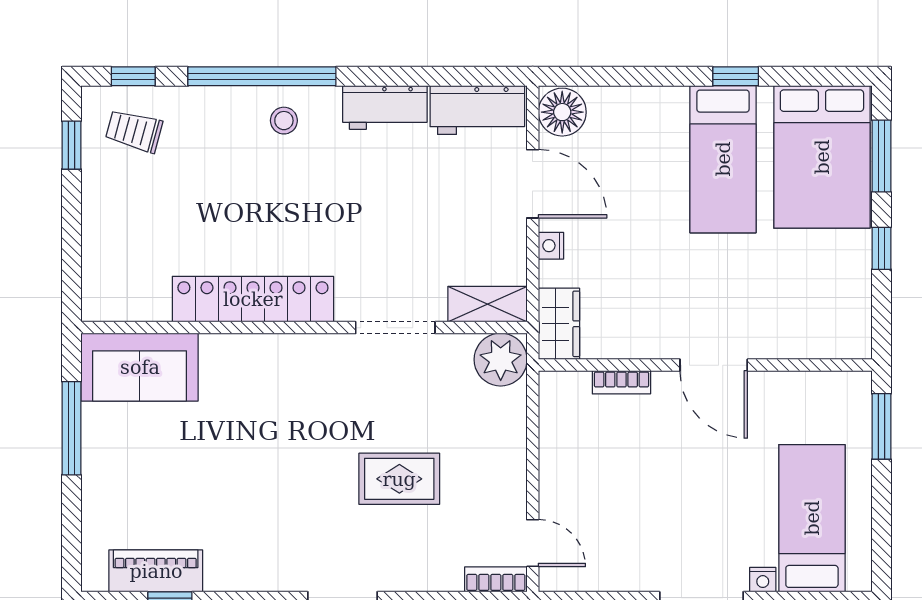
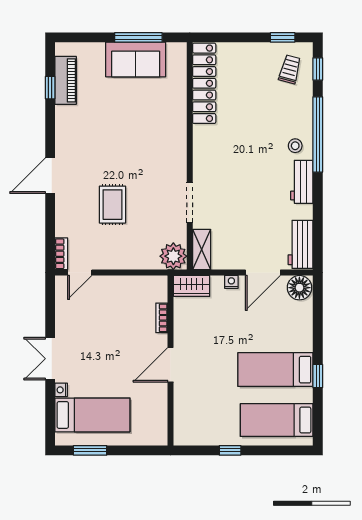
workbench: (385, 107) -> (302, 182), moved
window: (881, 156) -> (277, 450), removed
bed: (822, 157) -> (277, 420), width x0.67
locker: (253, 299) -> (204, 83), moved
sofa: (140, 367) -> (136, 60), moved, turned -90
window: (881, 426) -> (90, 450), moved

